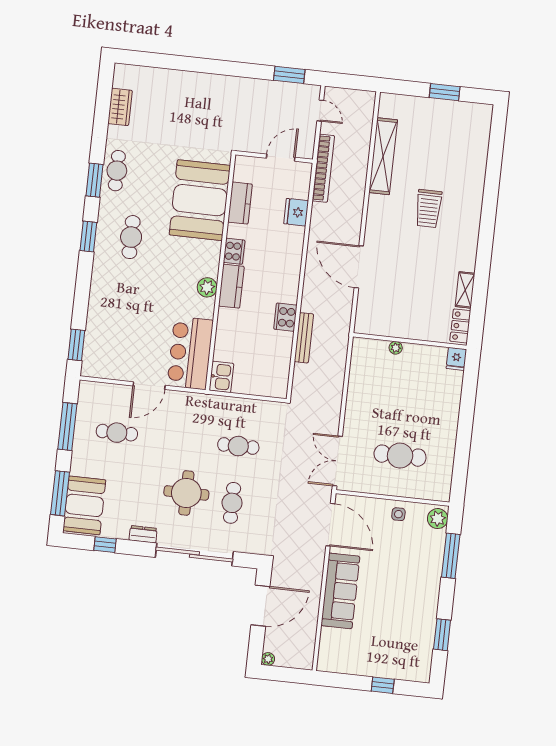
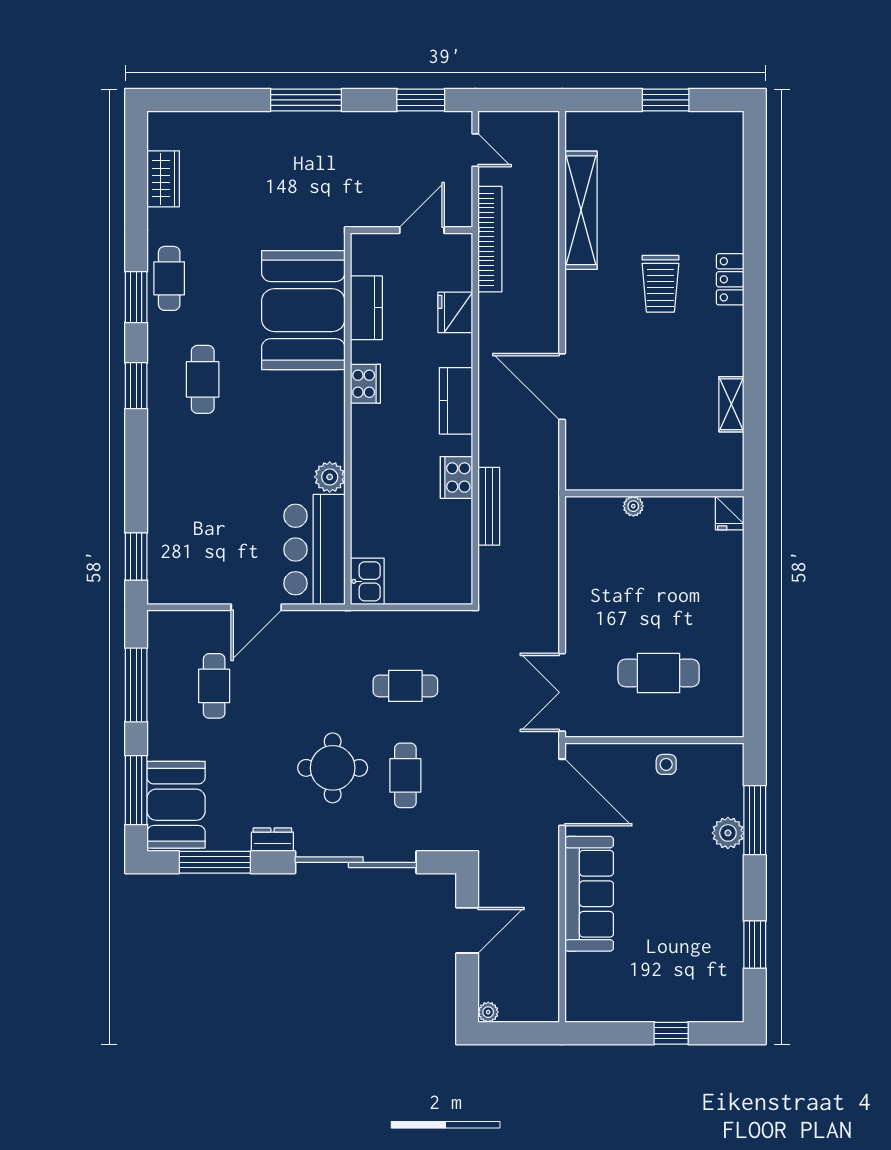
window: (216, 67) -> (306, 100), added
kitchen counter: (231, 286) -> (456, 401), moved, turned 180
plant: (207, 287) -> (330, 477), moved
locker: (460, 326) -> (730, 279), moved
cafe table: (117, 433) -> (214, 686), turned 90
plant: (438, 519) -> (728, 833), moved
window: (105, 545) -> (215, 862), width x2.17
door: (260, 606) -> (467, 930), width x0.73

